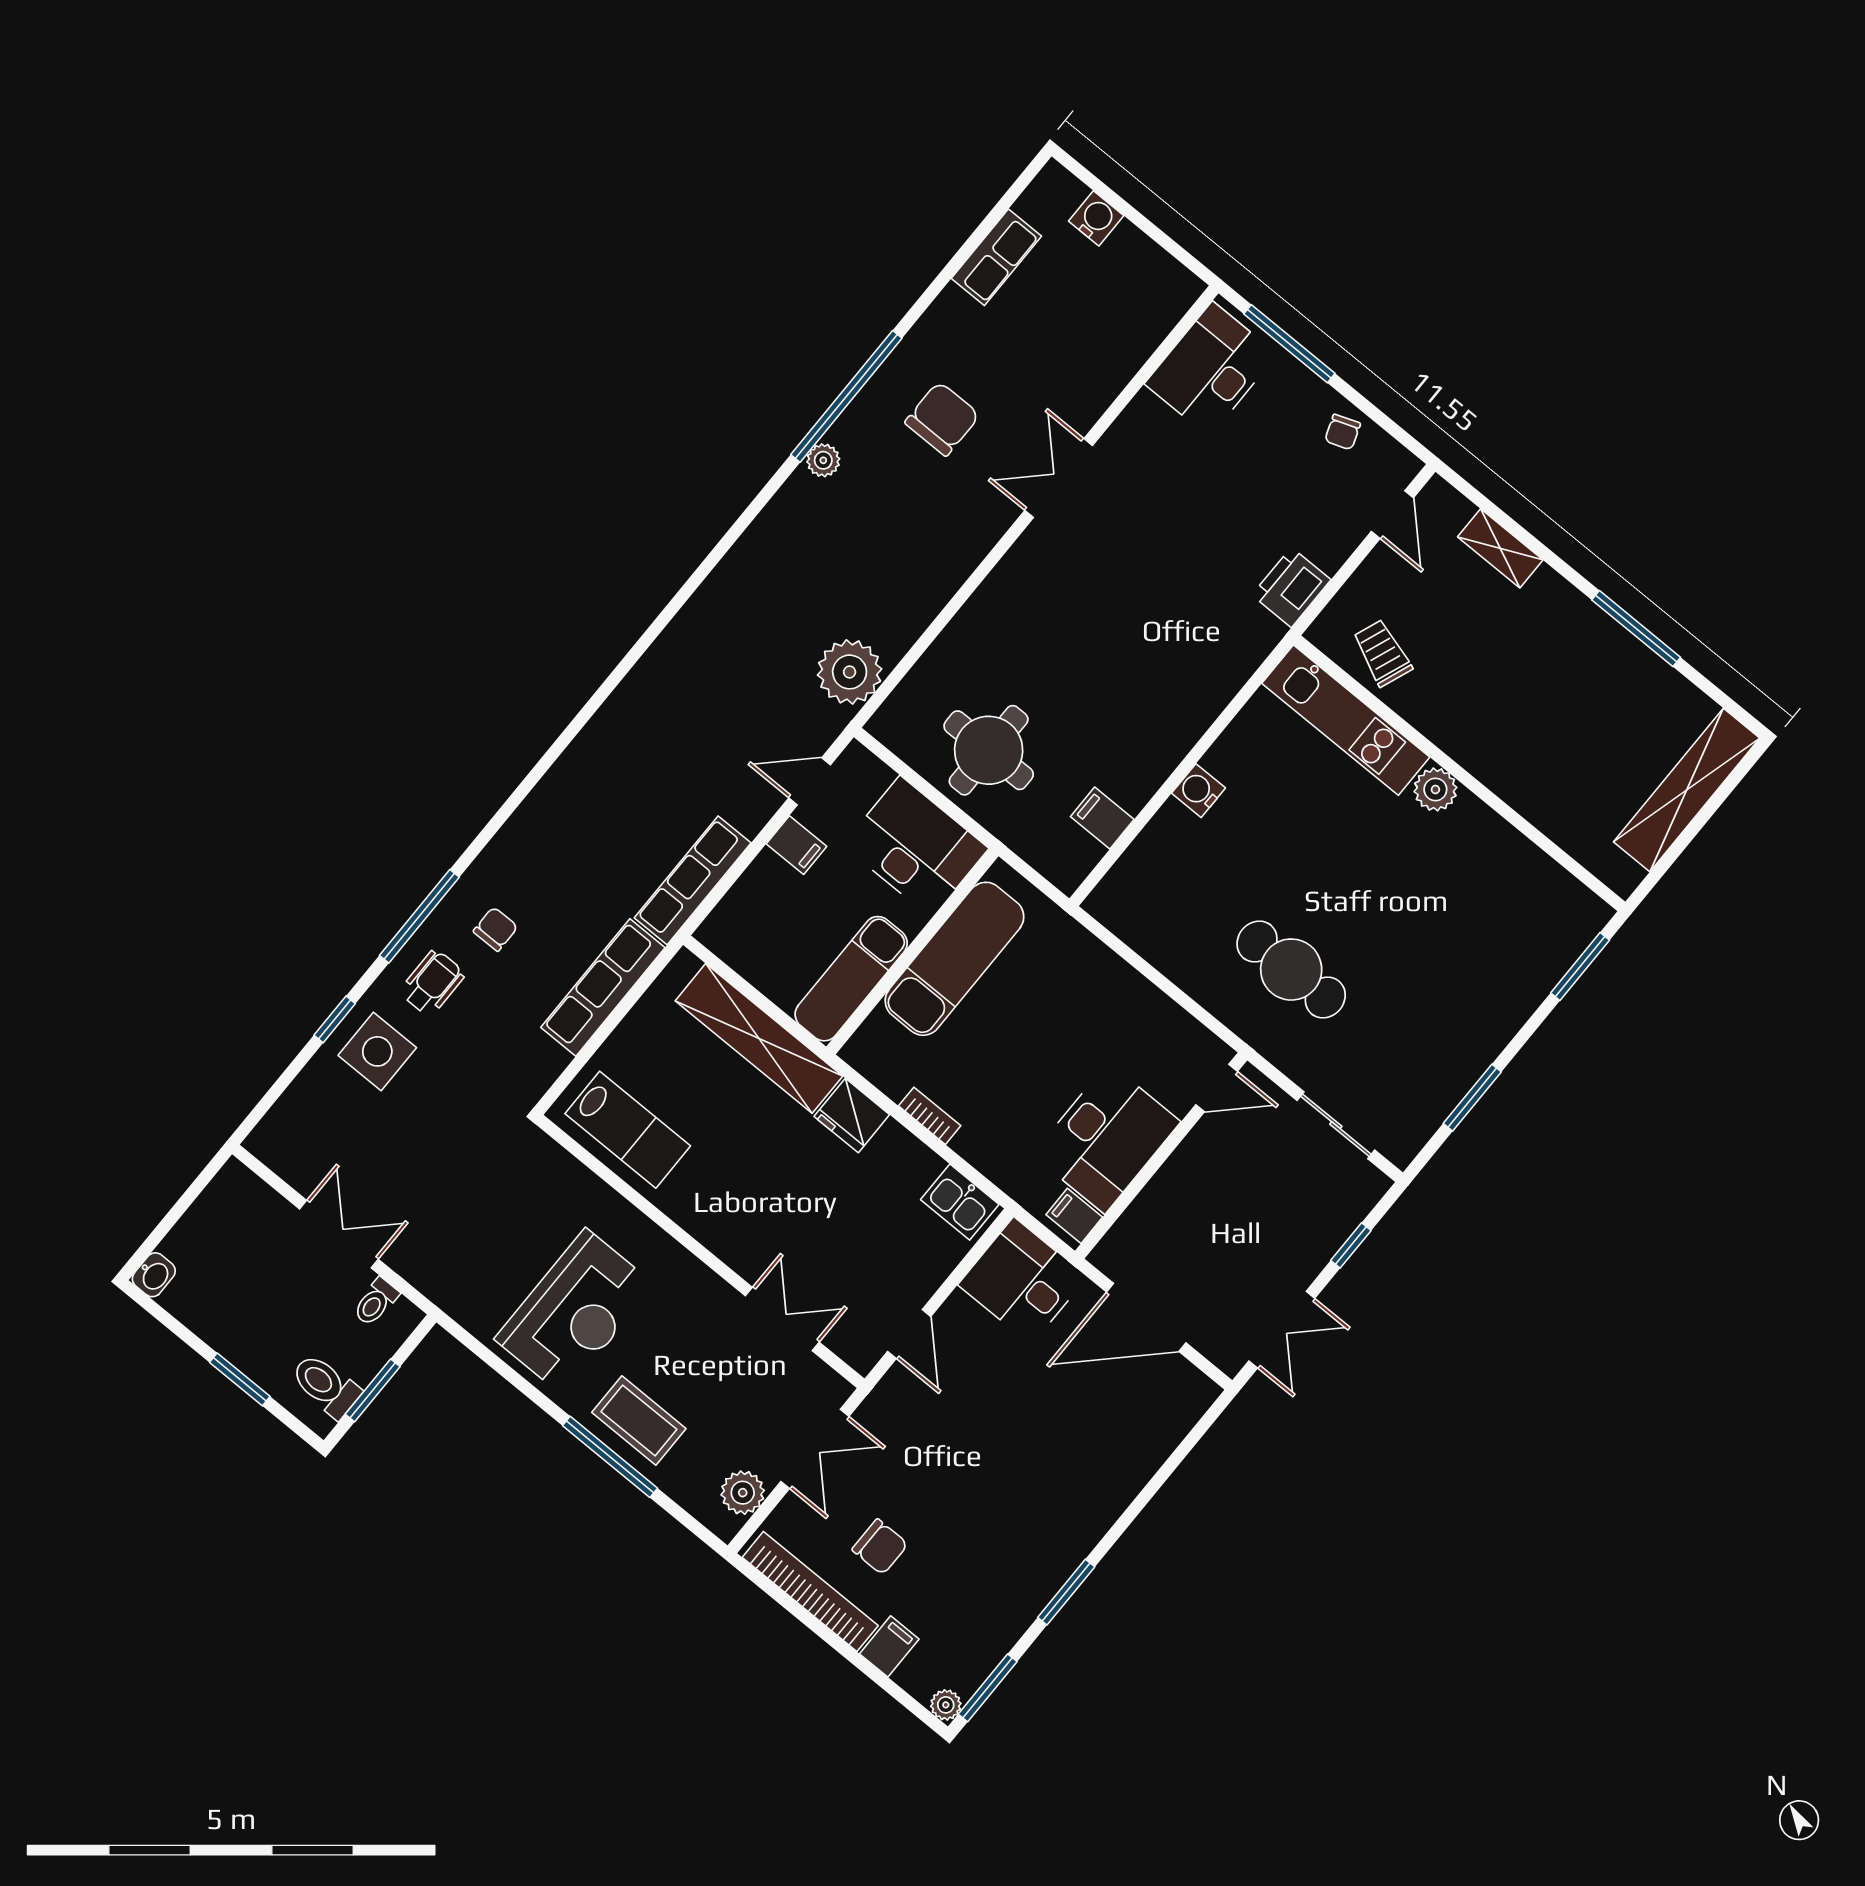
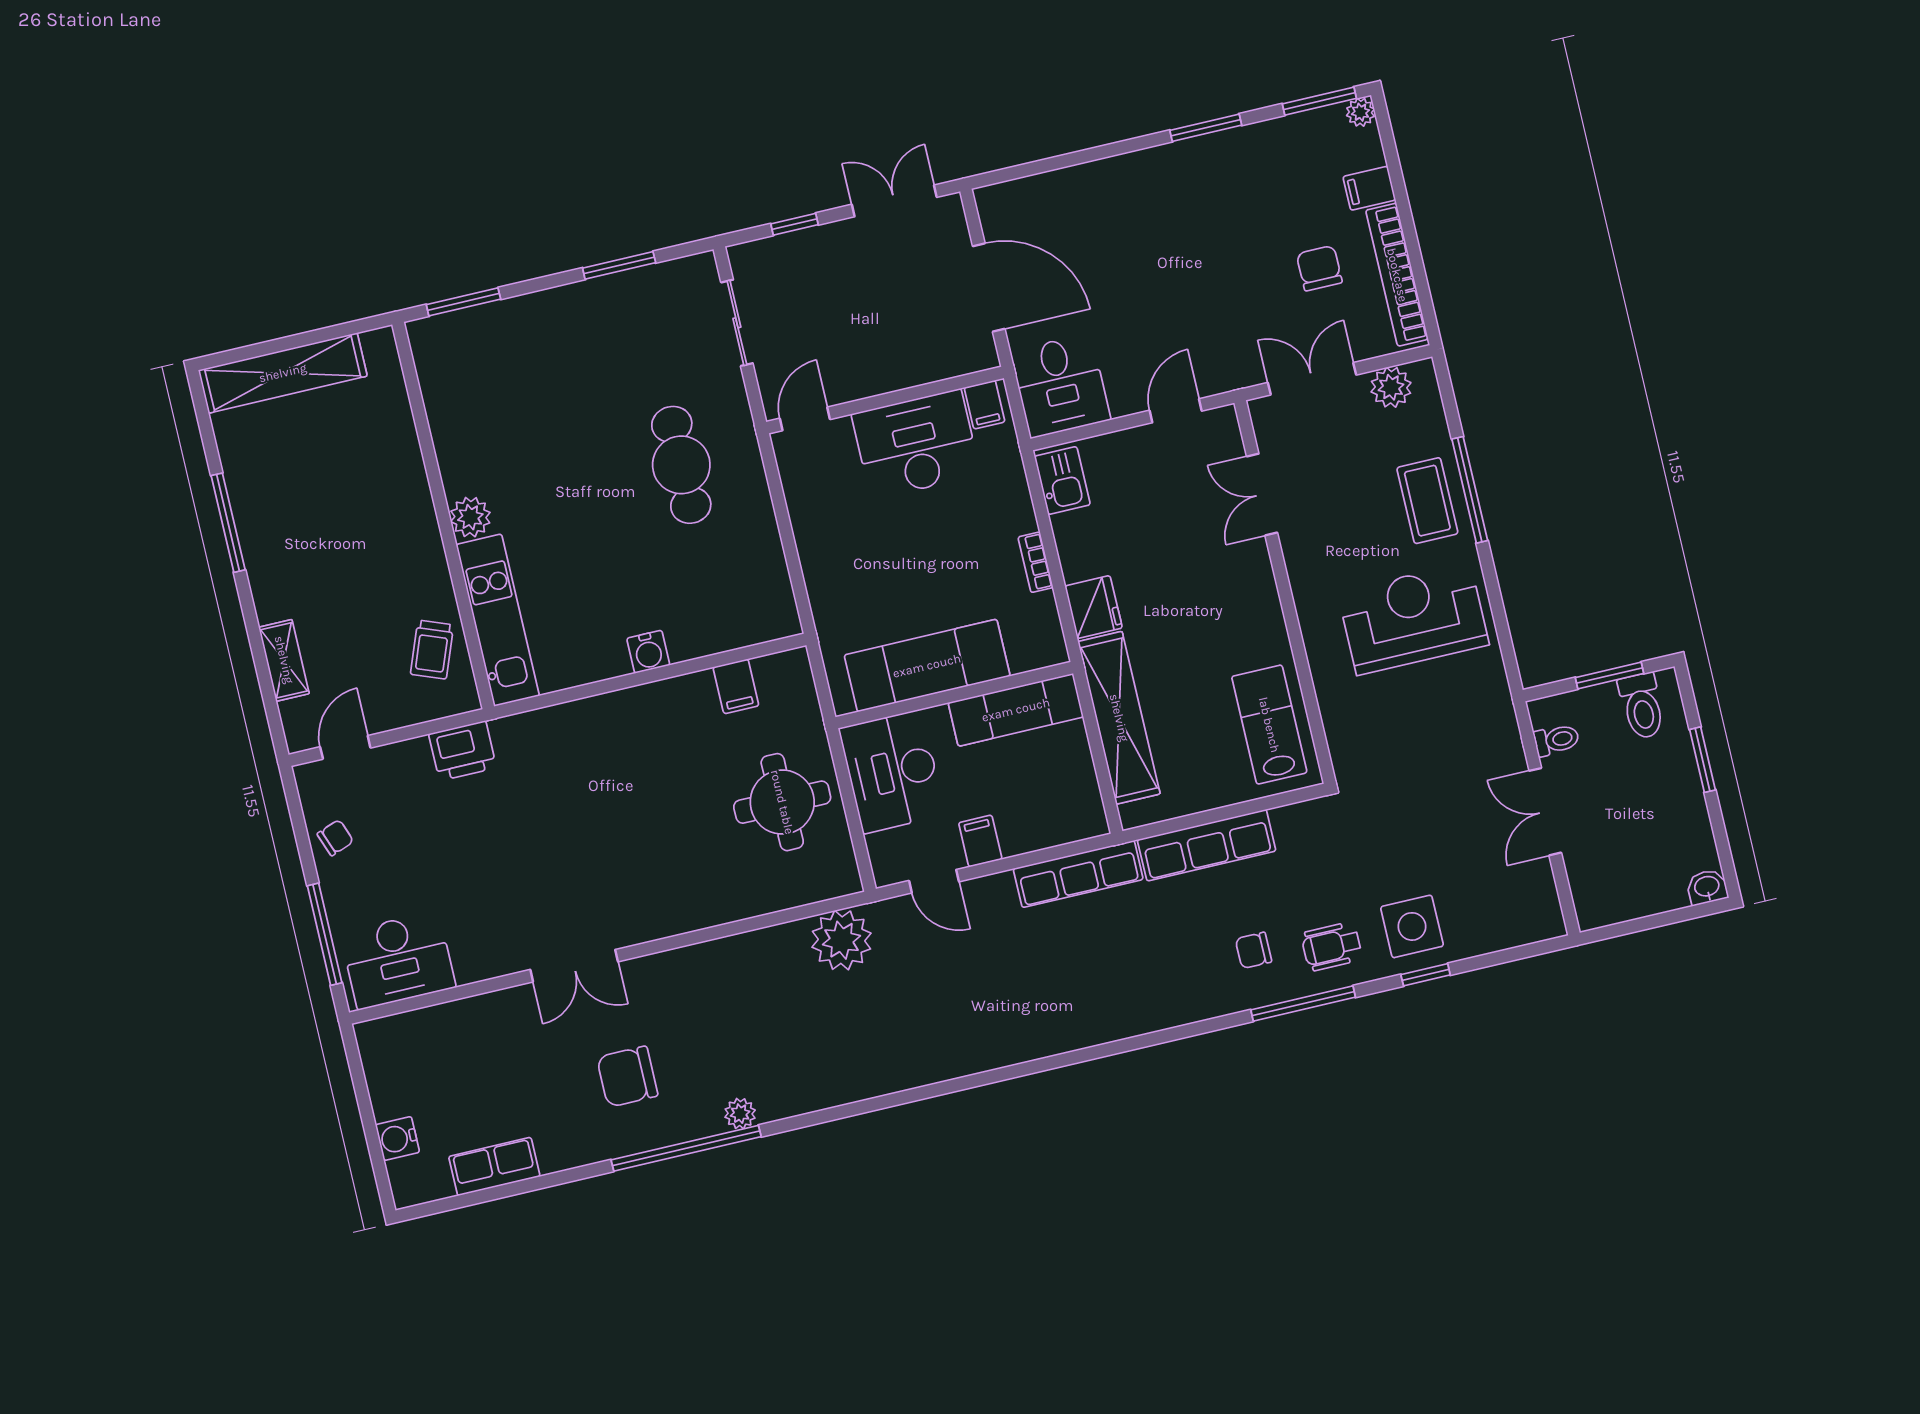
door: (1217, 1088) -> (805, 419), hinge flipped

